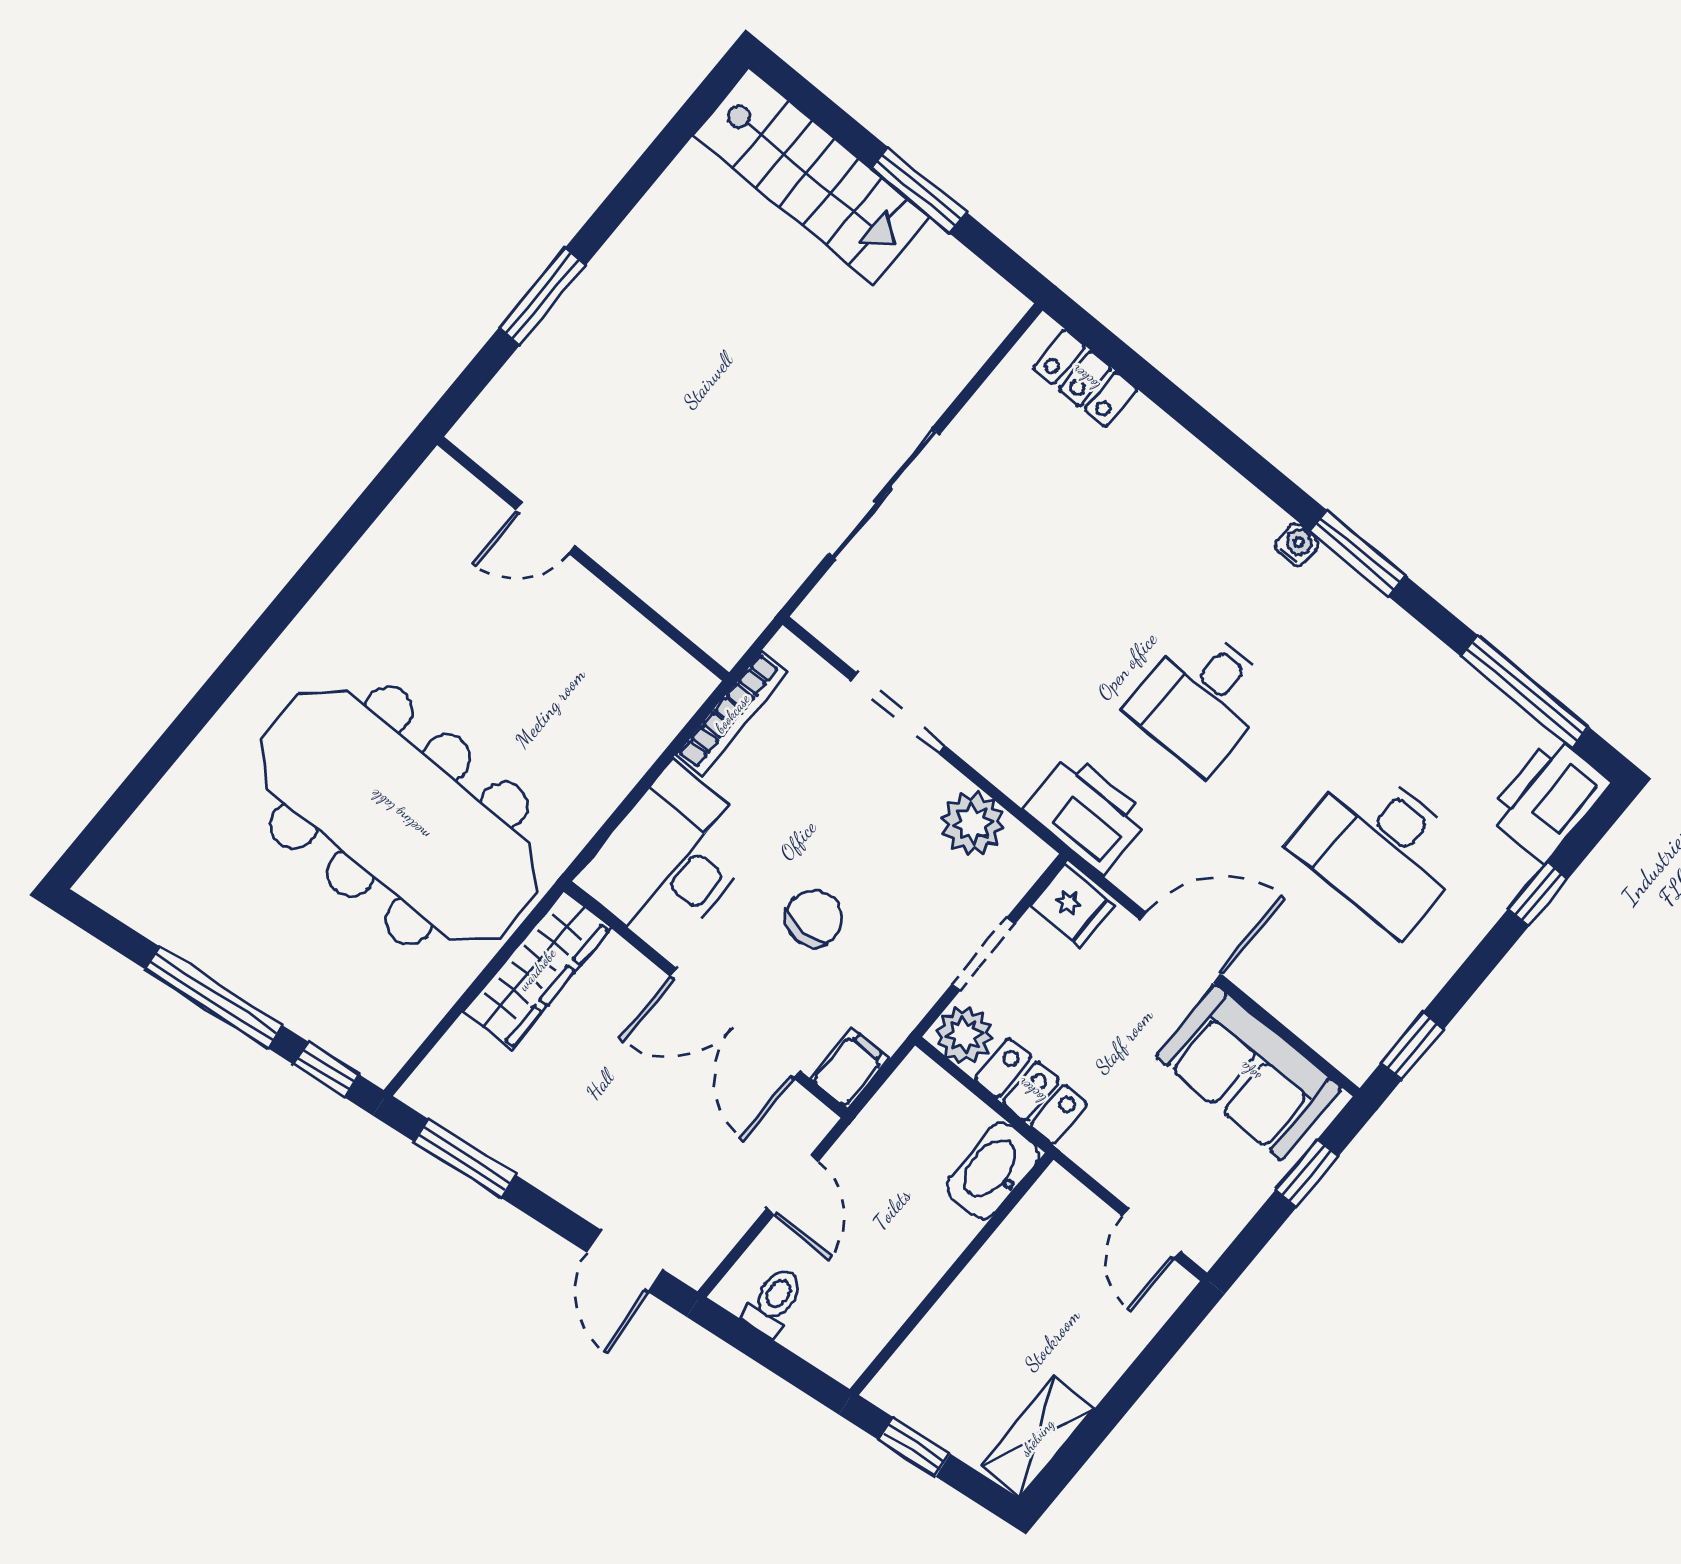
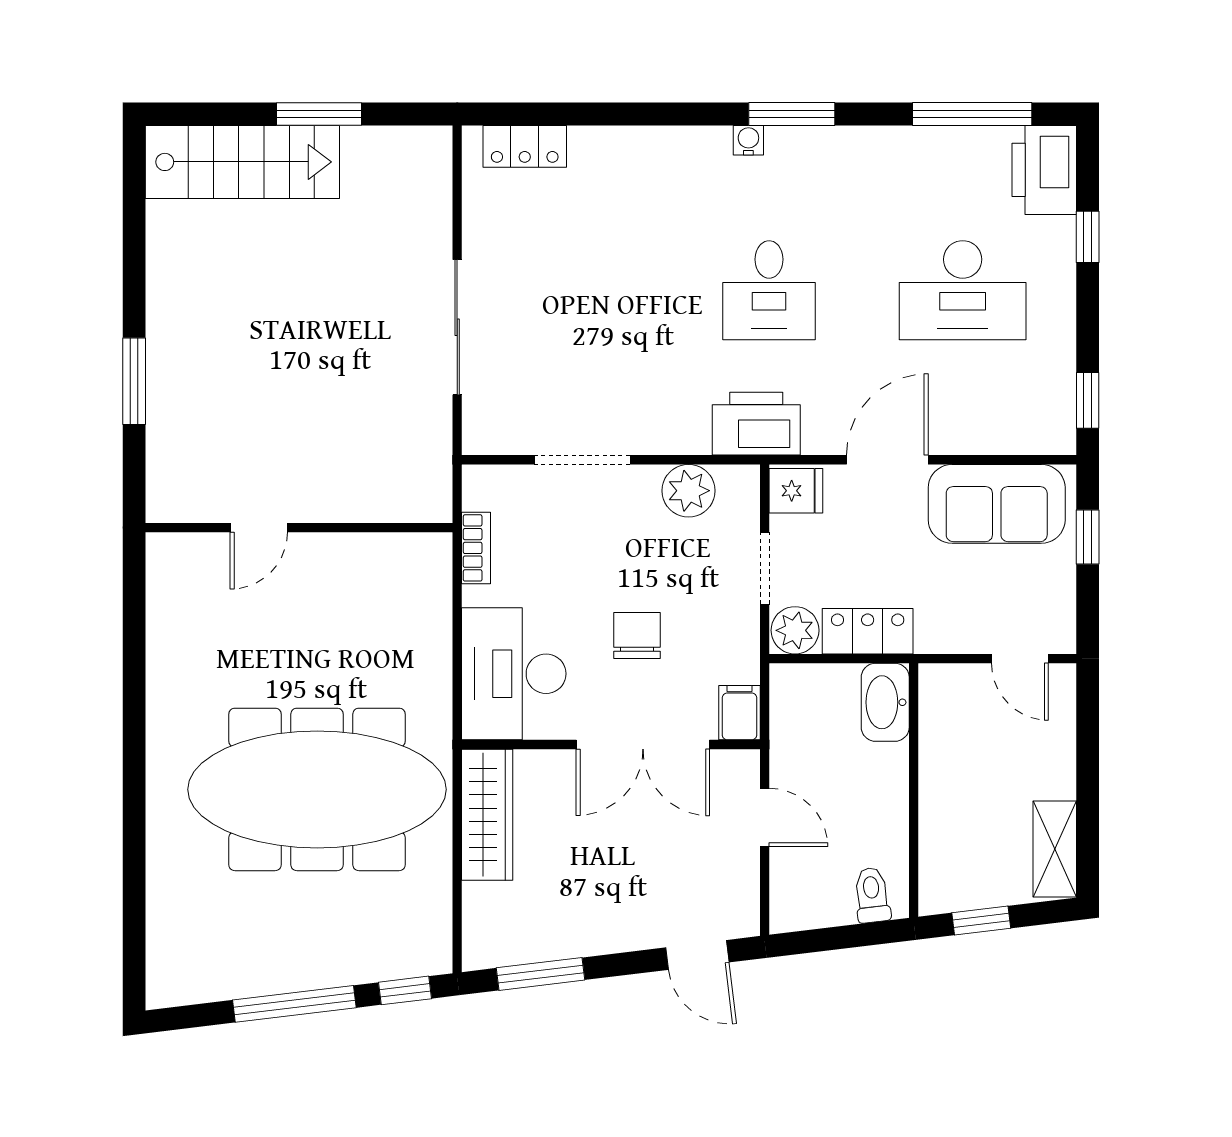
bookcase: (732, 713) -> (476, 548), width x0.64
toilet: (774, 1301) -> (872, 895), moved

